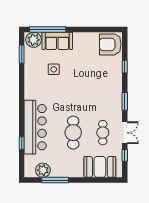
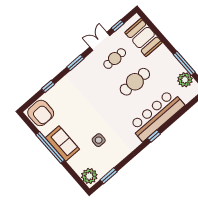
window: (48, 29) -> (50, 147), moved
sofa: (57, 41) -> (62, 144), moved
window: (22, 143) -> (154, 136), moved

